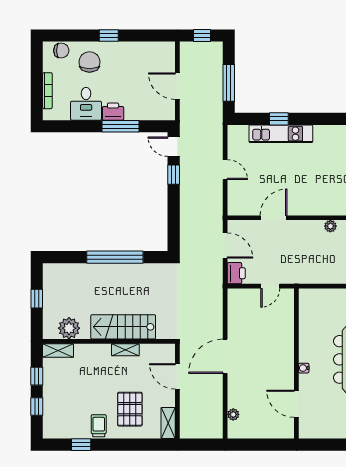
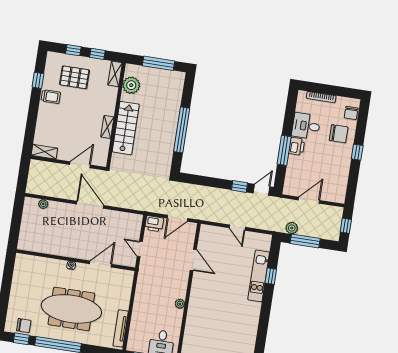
plant: (215, 102) -> (292, 228), added
door: (225, 170) -> (237, 228), hinge flipped
window: (37, 299) -> (158, 63), width x2.17
door: (296, 404) -> (101, 264), moved
pallet: (130, 409) -> (74, 77), moved

